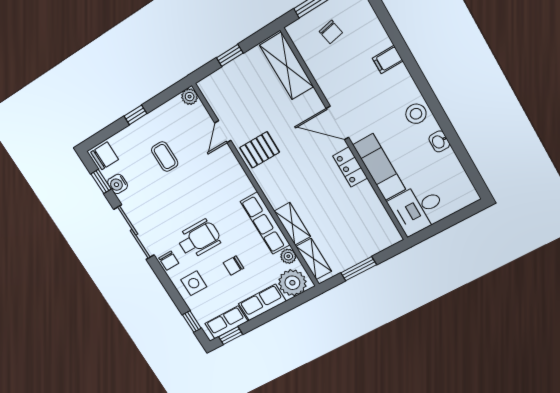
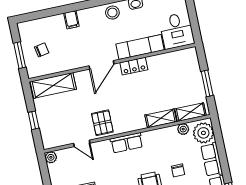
row of seats: (265, 223) -> (127, 143), moved, width x0.68

